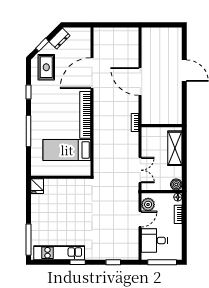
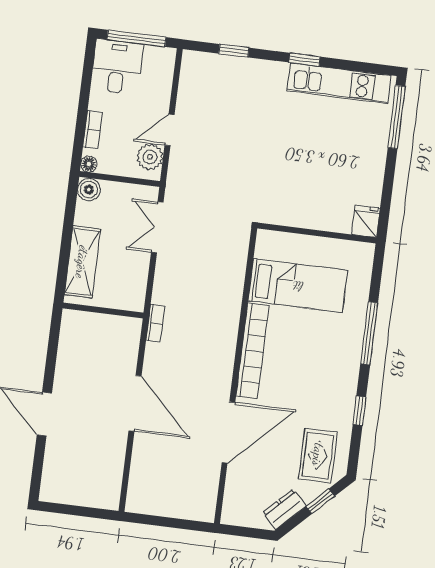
desk: (154, 240) -> (117, 67), moved, turned -90

